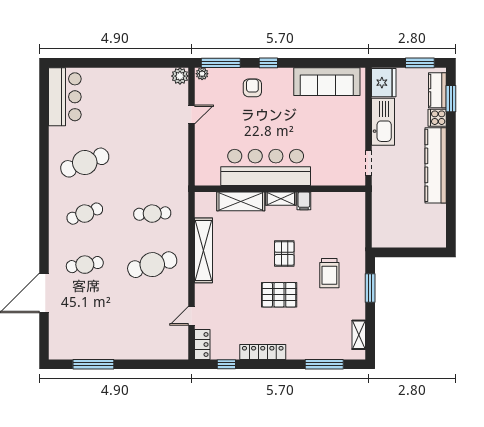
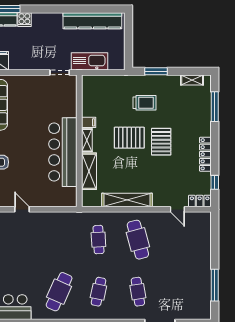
kitchen sink: (383, 122) -> (89, 61), moved
cafe table: (85, 163) -> (59, 292), turned 45
kitchen counter: (436, 165) -> (92, 21), moved
cafe table: (85, 214) -> (98, 292), turned 33
pallet: (284, 253) -> (129, 138), width x1.50, depth x1.42

